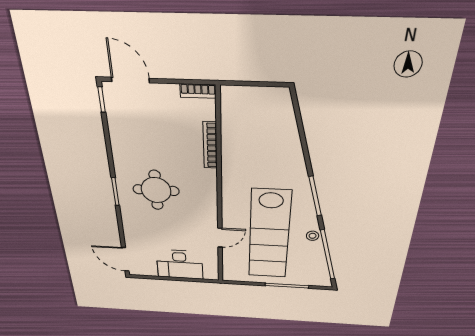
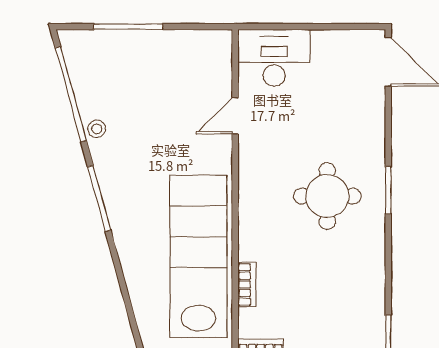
bookcase: (210, 145) -> (247, 284), width x0.64
lab bench: (269, 235) -> (198, 256), moved
desk: (180, 264) -> (274, 58), moved

